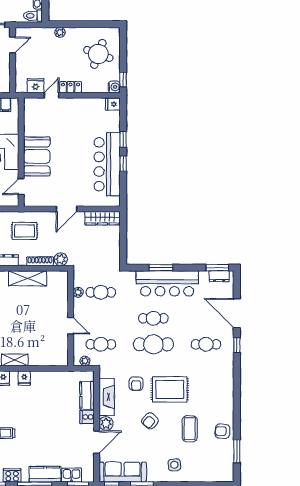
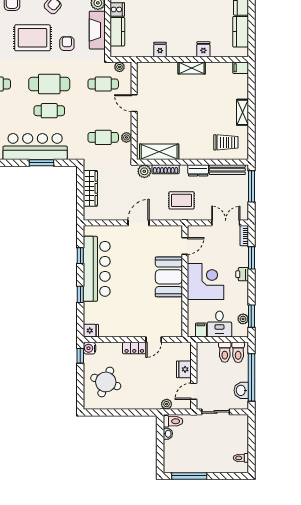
plant: (60, 32) -> (167, 404), moved
fridge: (36, 86) -> (184, 369), moved, turned 90
window: (123, 164) -> (80, 256), moved
wardrobe: (103, 218) -> (90, 188), moved, turned 90
shelving: (27, 278) -> (159, 152), moved
fridge: (24, 378) -> (160, 49), moved

